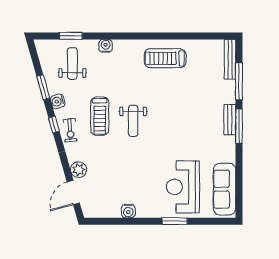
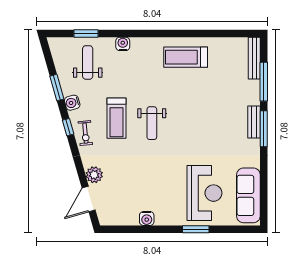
reception desk: (183, 187) -> (204, 193), turned 180

